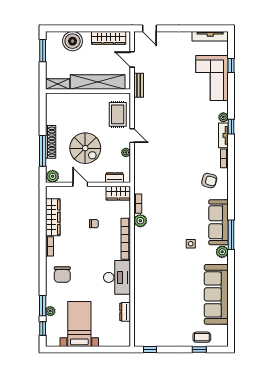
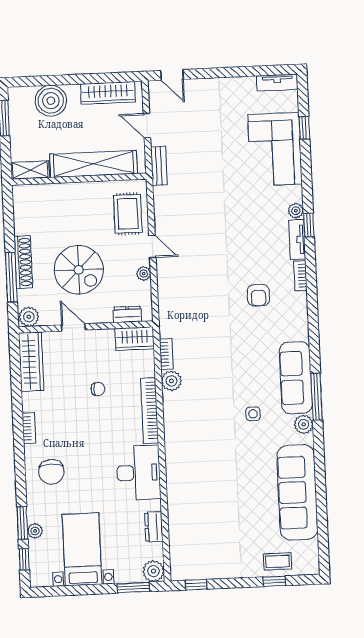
tv unit: (210, 36) -> (277, 83), width x0.71
armchair: (209, 181) -> (258, 295), moved, turned 74
wardrobe: (53, 217) -> (31, 362), moved
plant: (124, 340) -> (153, 571), added
window: (111, 350) -> (133, 588), added

